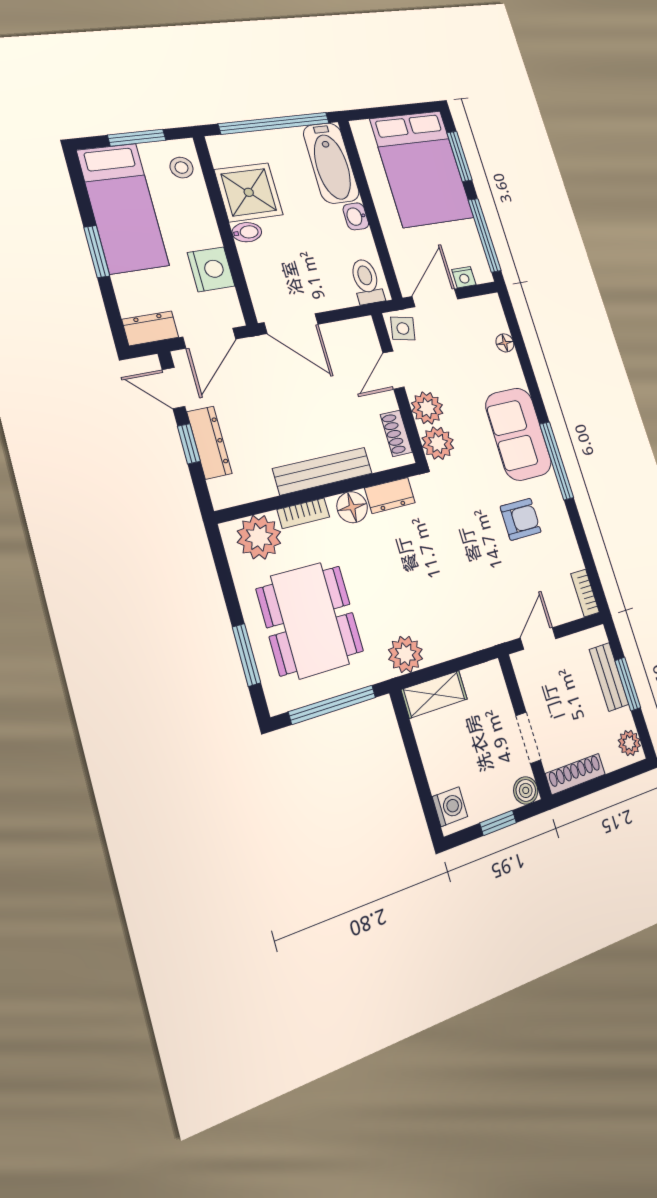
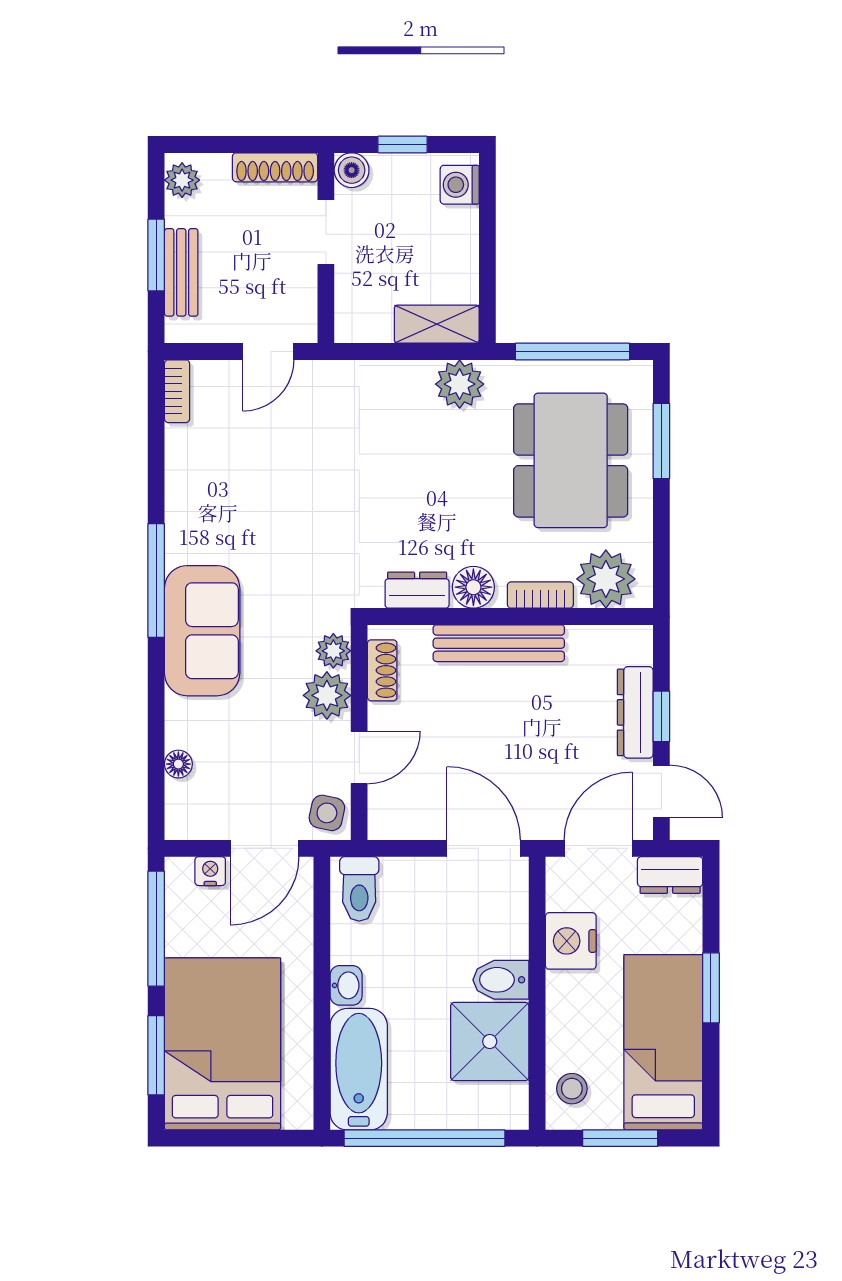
bidet: (247, 232) -> (501, 980), width x1.38, depth x1.36
plant: (438, 443) -> (333, 651), width x0.73, depth x0.73
armchair: (521, 519) -> (239, 514), removed

